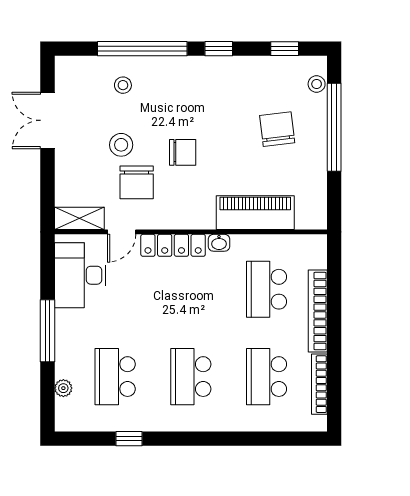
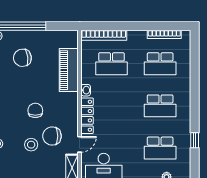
chair: (137, 182) -> (52, 136), turned 180
door: (122, 232) -> (80, 144), hinge flipped
bookcase: (318, 311) -> (104, 35), moved

